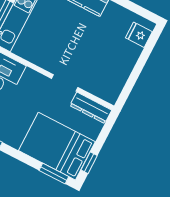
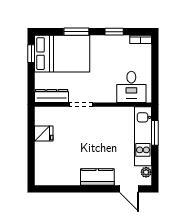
fridge: (139, 35) -> (44, 134), moved
window: (54, 174) -> (76, 32), moved

